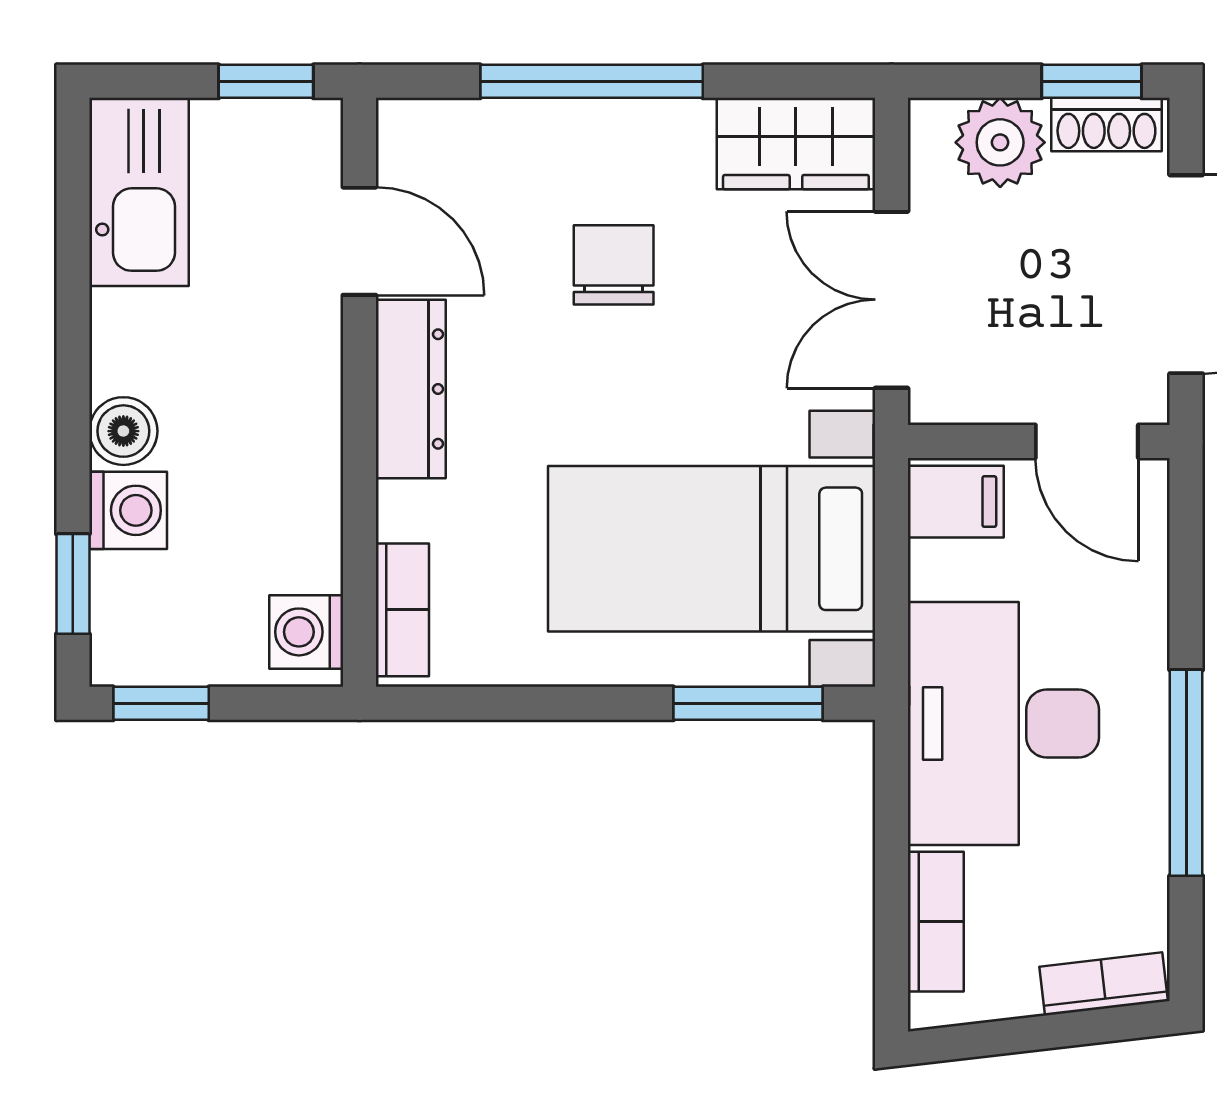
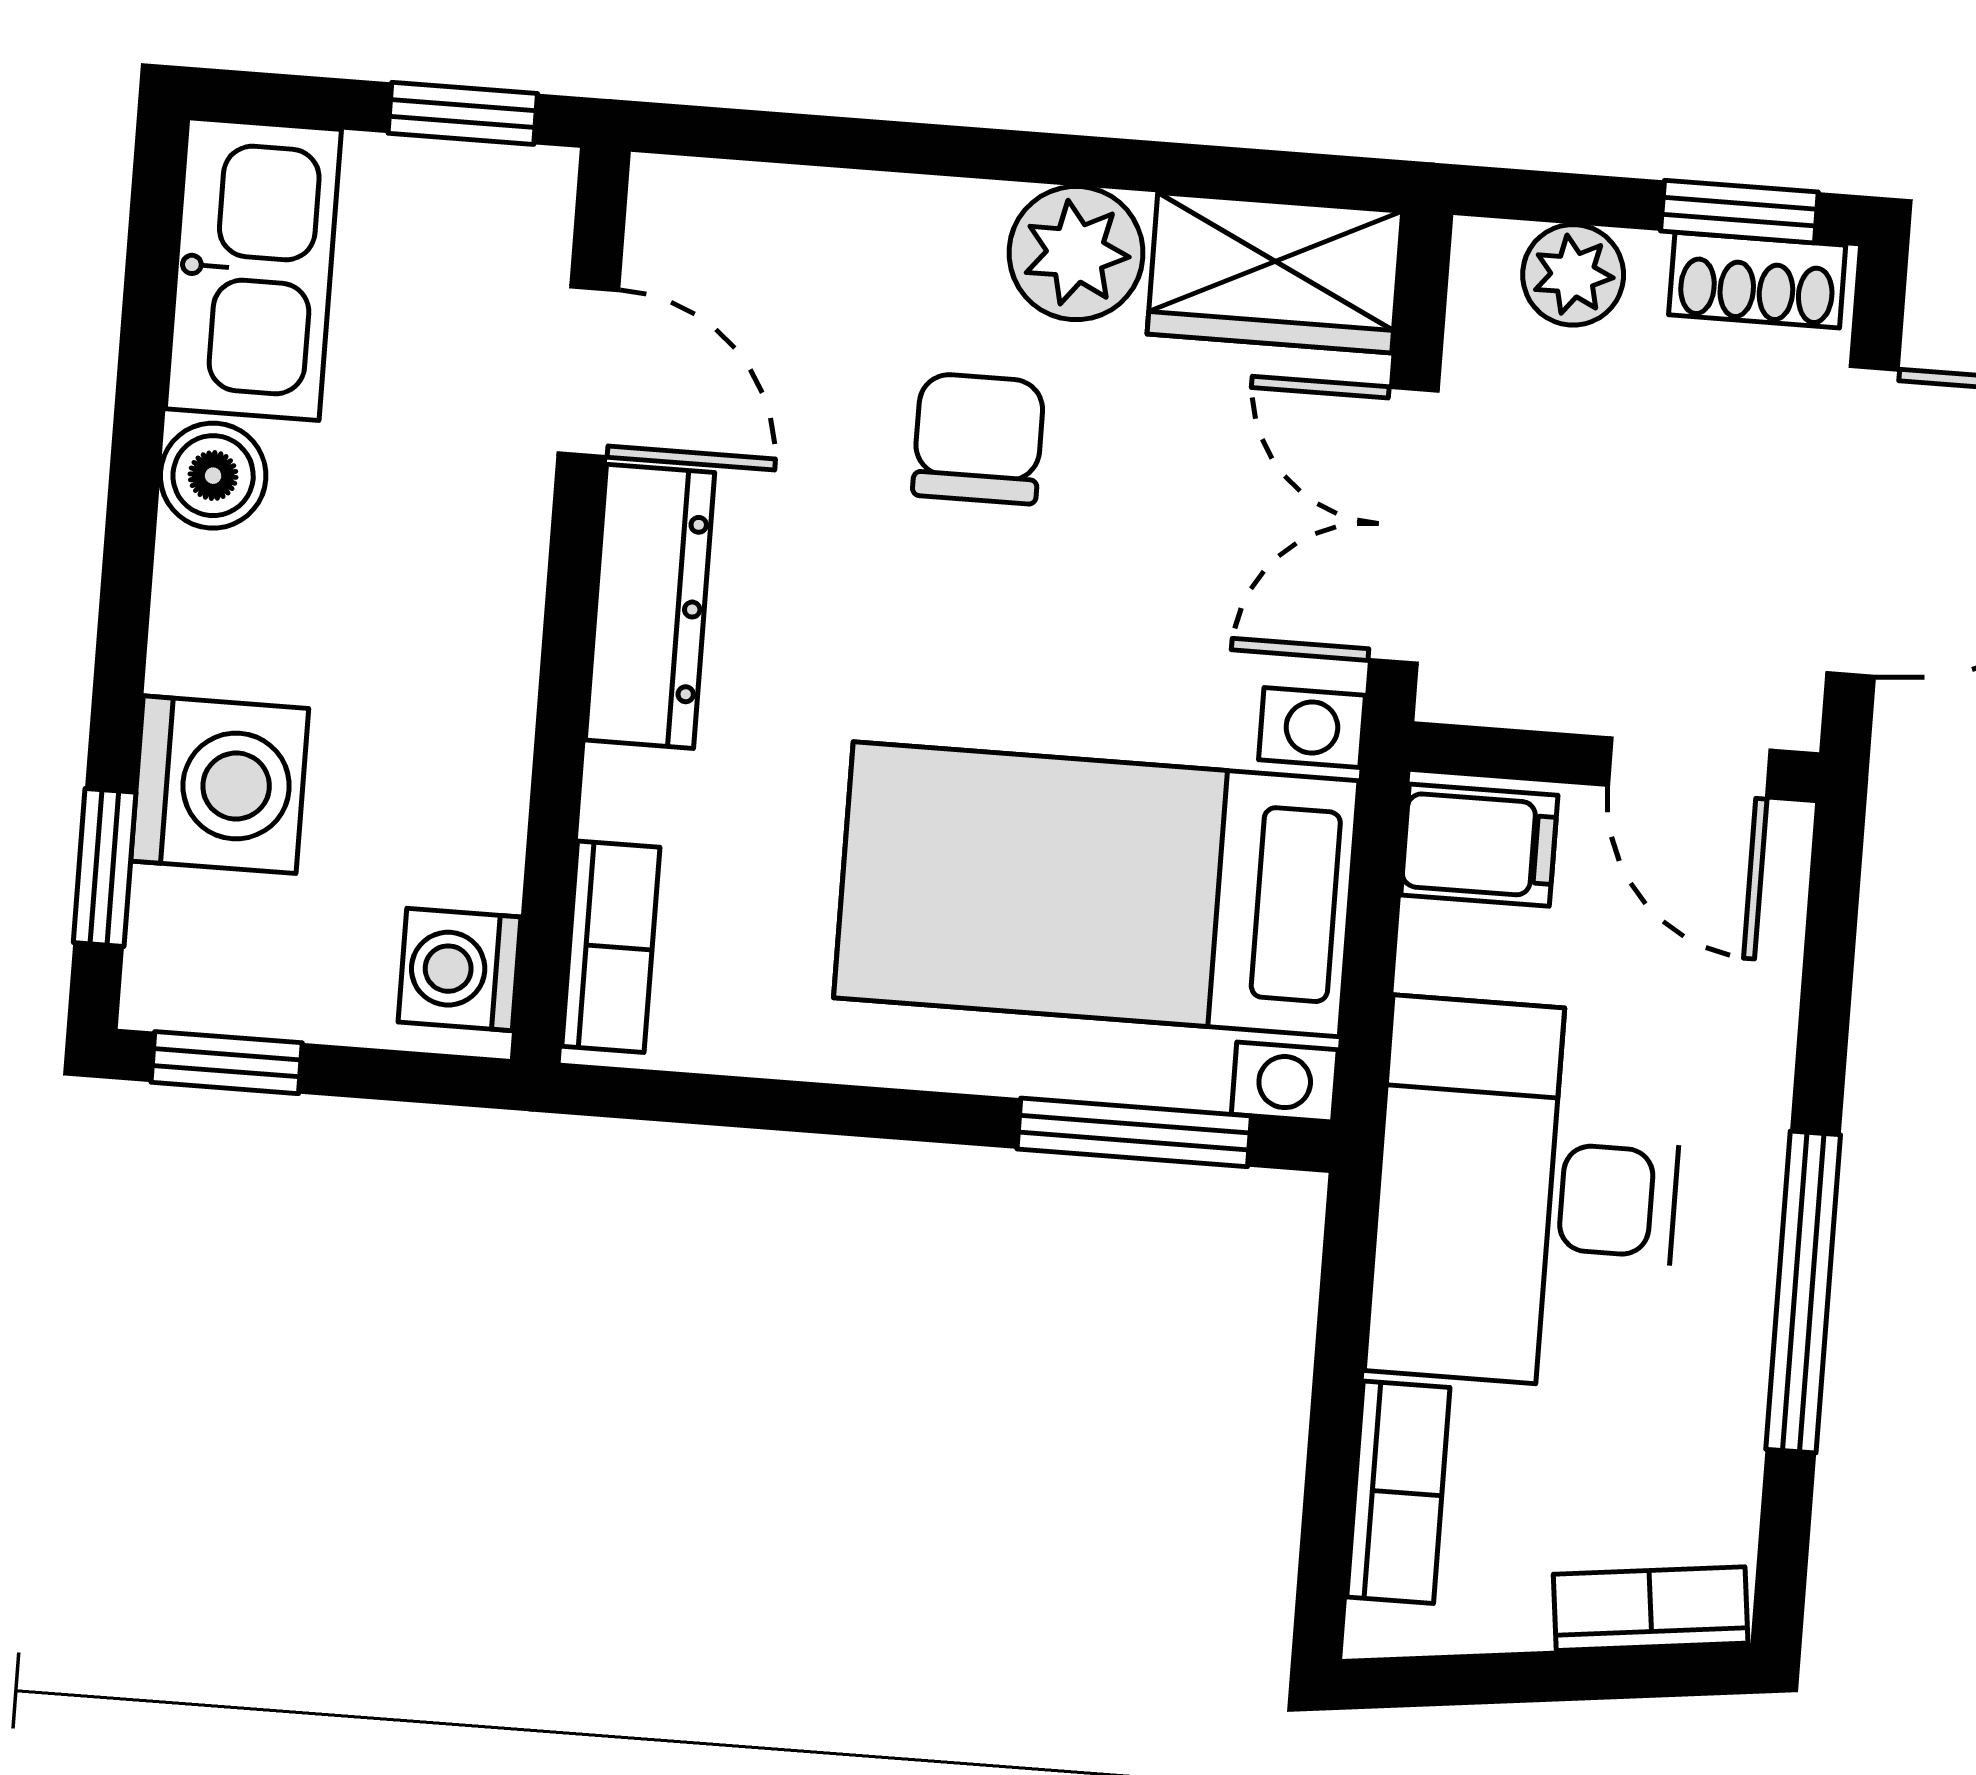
window: (592, 81) -> (966, 152), removed
plant: (667, 141) -> (1076, 253), added
plant: (1000, 142) -> (1573, 275), width x0.73, depth x0.73
boiler: (123, 431) -> (213, 476), moved
washing machine: (128, 510) -> (220, 785), width x1.38, depth x1.38

